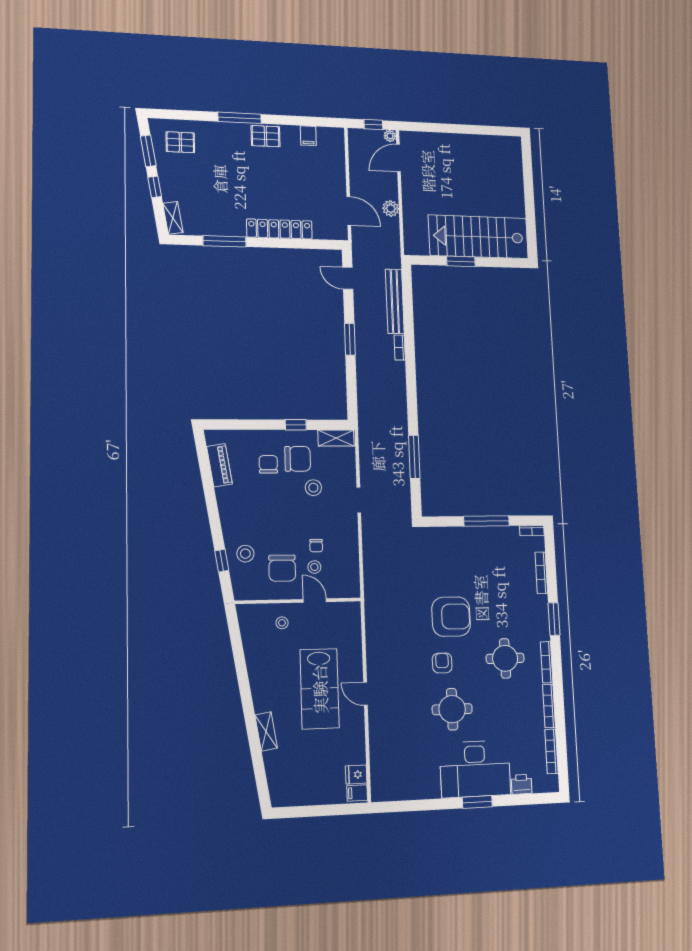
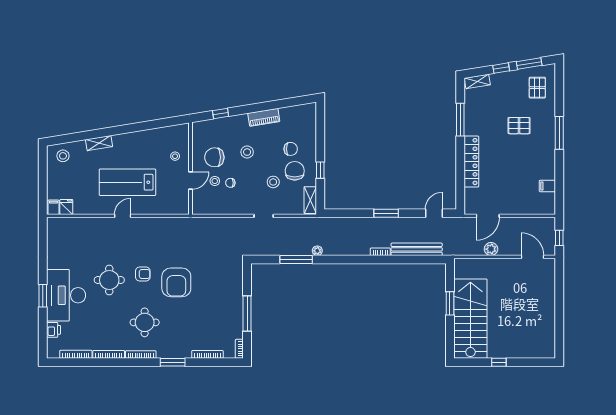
pallet: (266, 136) -> (519, 126), moved, turned 90
plant: (390, 136) -> (317, 251), moved
window: (530, 204) -> (499, 362), added
chair: (298, 459) -> (295, 171), turned 180
piano: (219, 465) -> (264, 117), moved
stool: (245, 554) -> (247, 152), moved
stool: (285, 783) -> (63, 156), added

